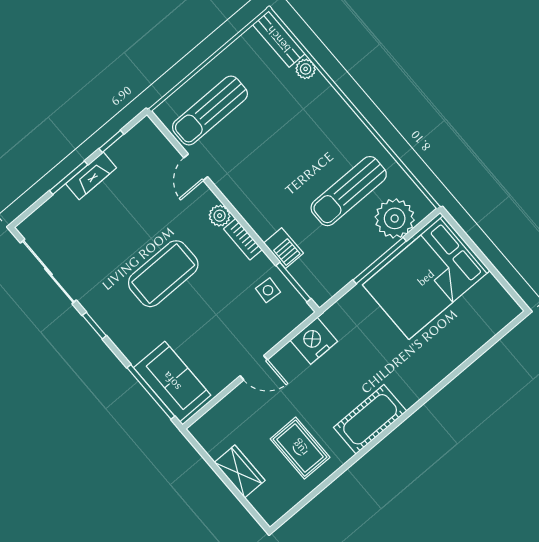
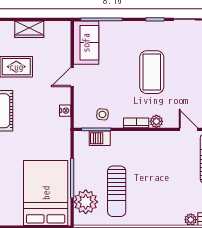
sun lounger: (349, 191) -> (117, 191), turned 180
barbecue: (284, 248) -> (100, 138), moved
nightstand: (314, 341) -> (65, 111), width x0.53, depth x0.56
sofa: (172, 381) -> (86, 43), moved, turned -90

